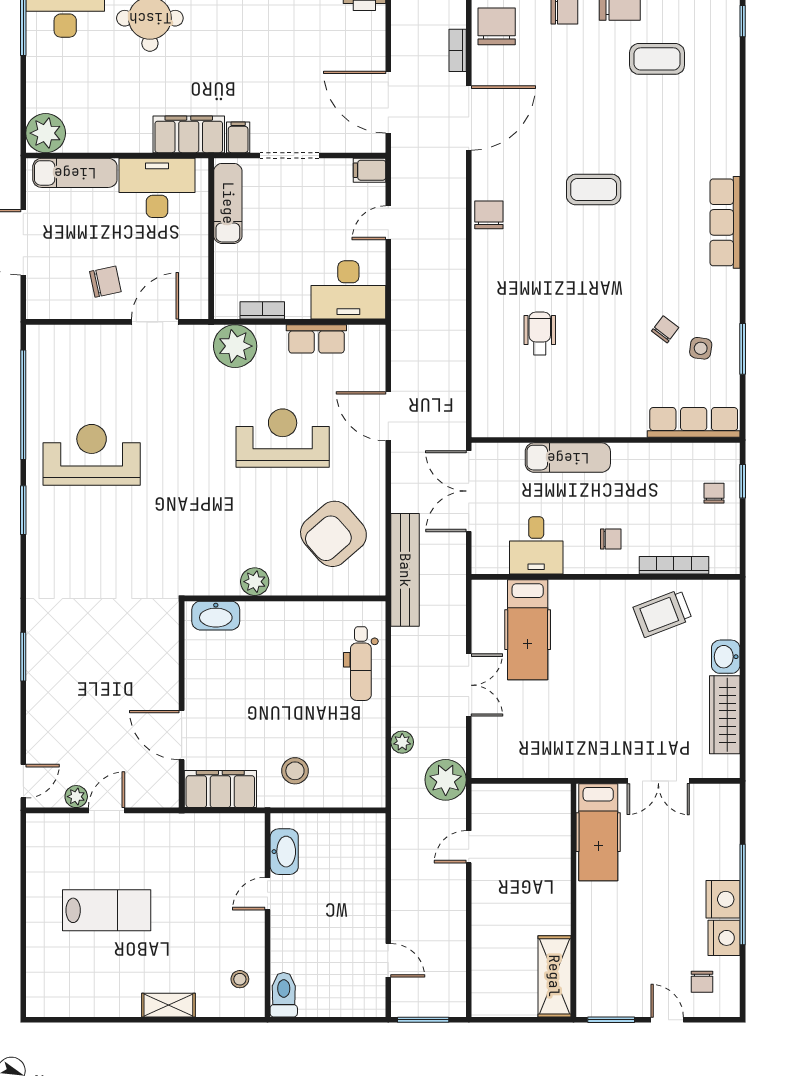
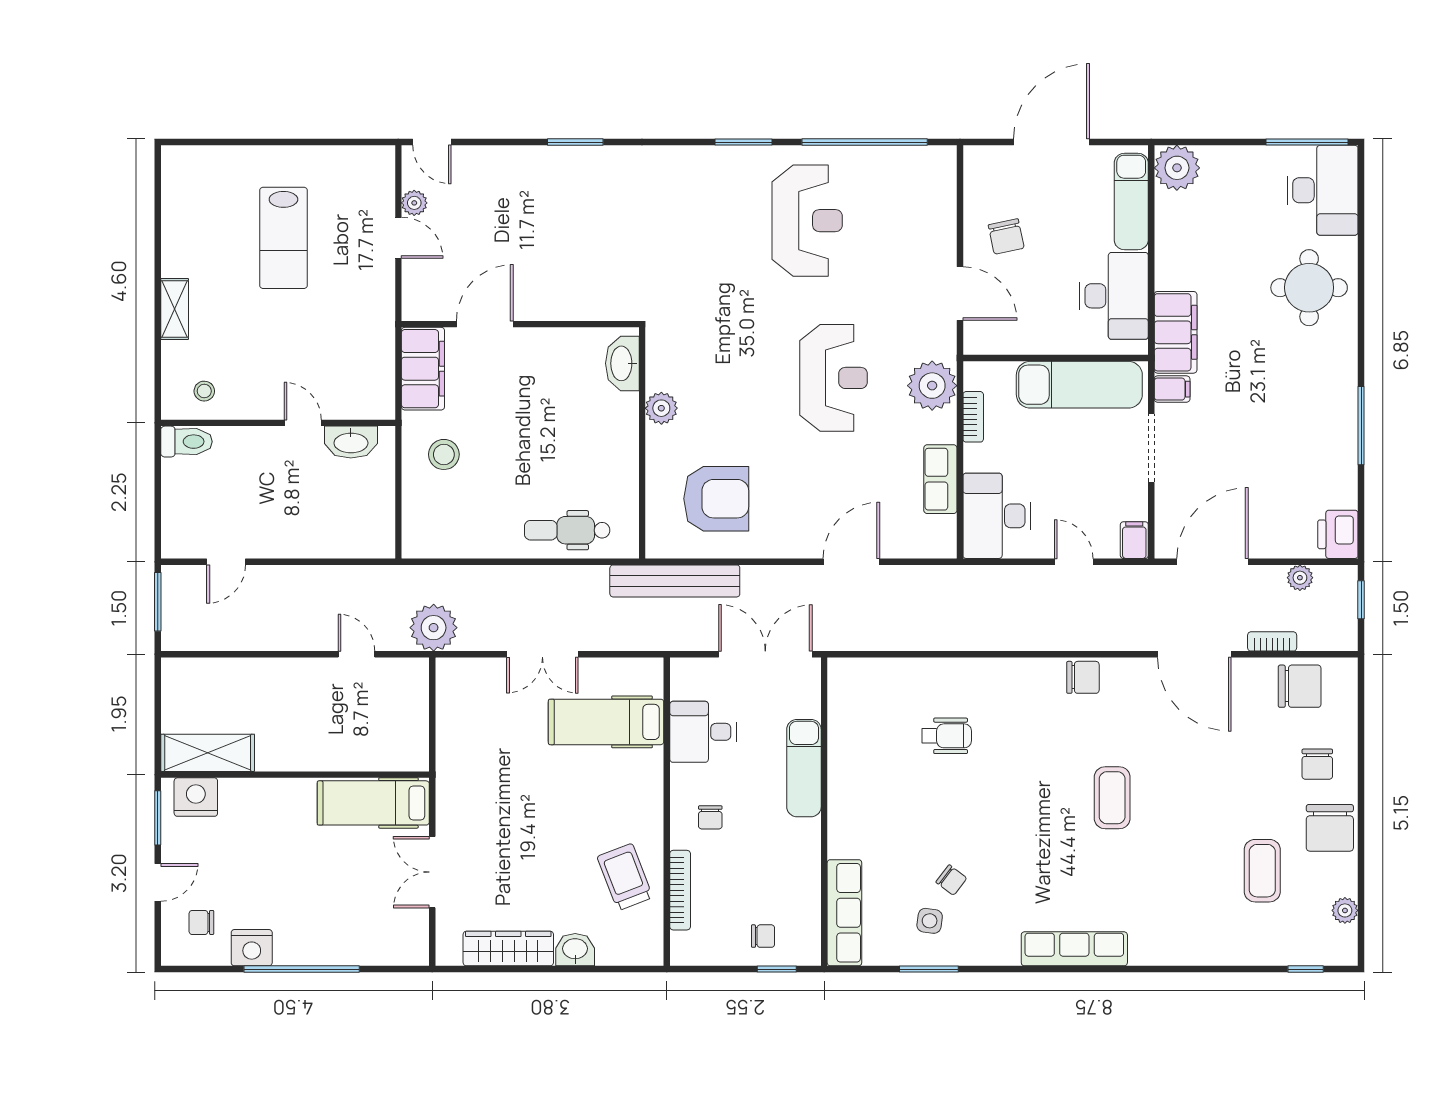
exam couch: (228, 203) -> (1079, 385), width x1.36, depth x1.45
reception desk: (283, 438) -> (833, 378), moved
armchair: (333, 534) -> (716, 499), turned 131
plant: (402, 742) -> (1300, 578), moved
nightstand: (723, 899) -> (196, 797), moved, turned 180

